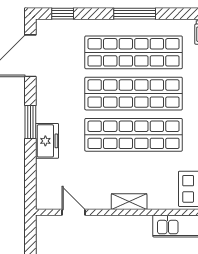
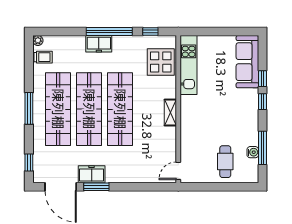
window: (30, 122) -> (96, 187), moved
freezer: (47, 141) -> (92, 174), moved
door: (73, 212) -> (178, 171), moved

